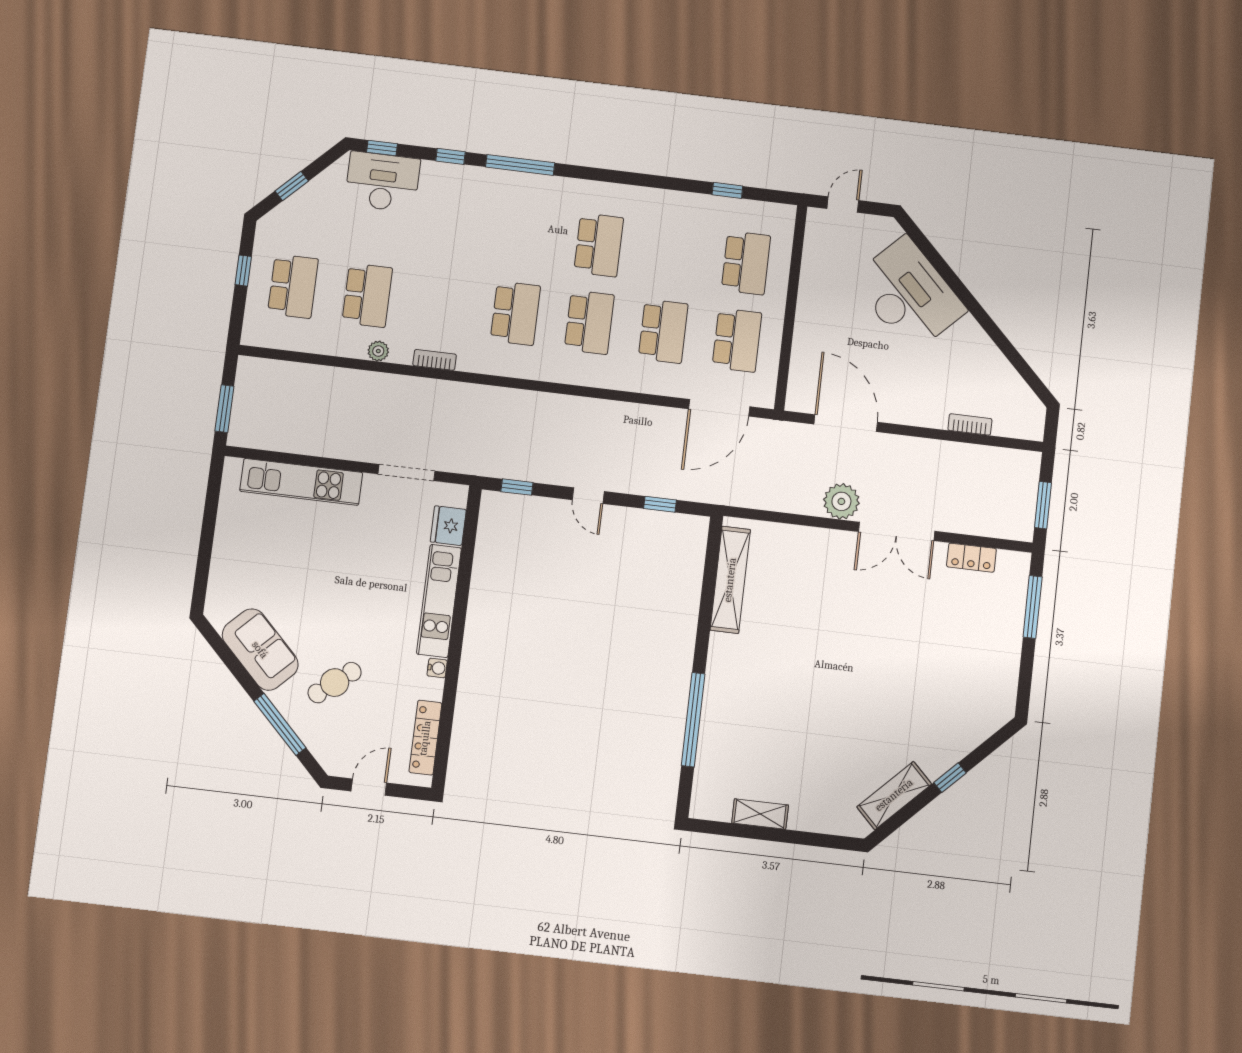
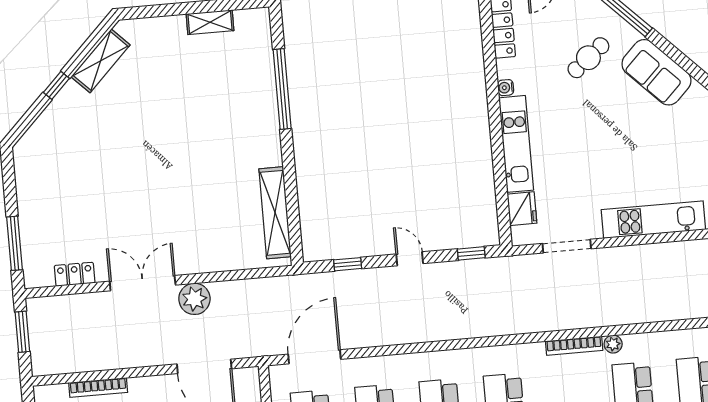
bookcase: (435, 360) -> (574, 346), width x1.56
bookcase: (970, 424) -> (98, 388), width x1.56

